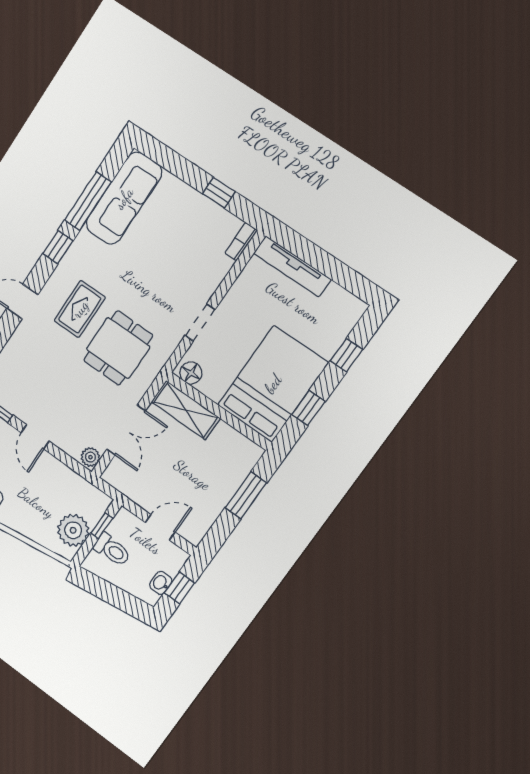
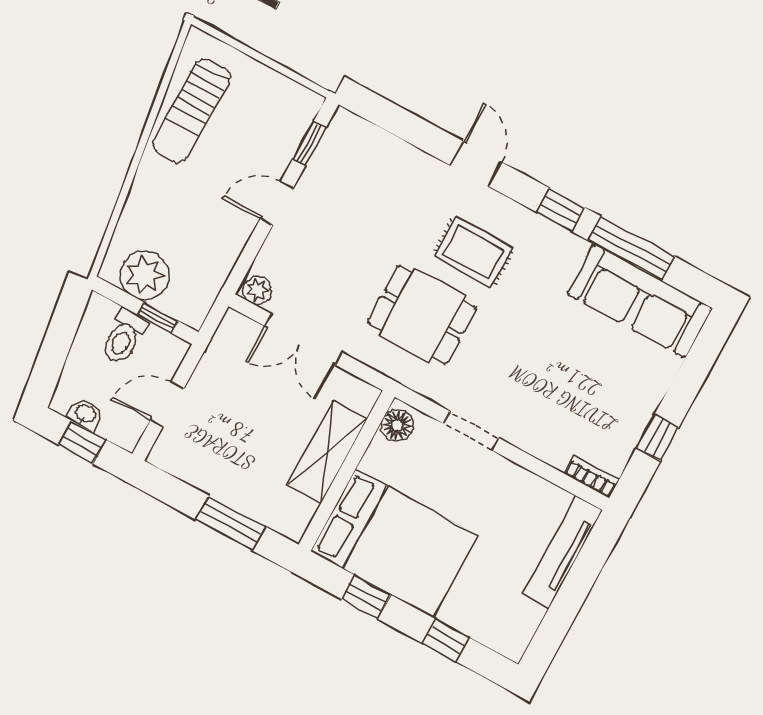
shelving: (186, 410) -> (327, 452), moved
door: (160, 527) -> (167, 404), swing flipped

